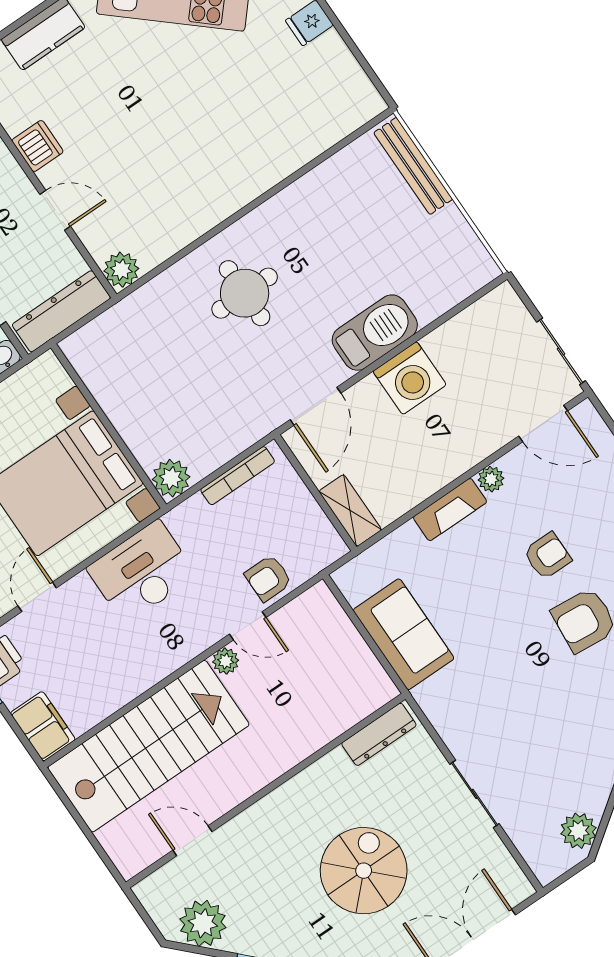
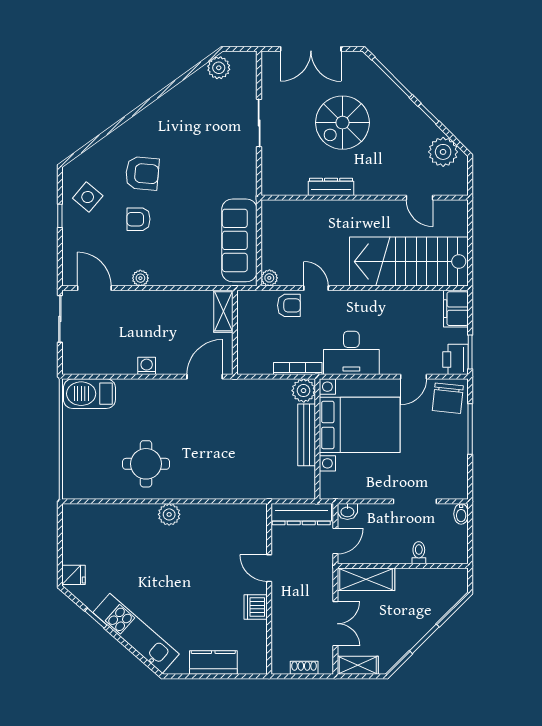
bench: (413, 166) -> (307, 435), moved
plant: (121, 270) -> (169, 514), moved
round table: (245, 293) -> (146, 464), moved
barbecue: (375, 333) -> (89, 394), moved
washing machine: (410, 378) -> (147, 366), width x0.53, depth x0.53
bookcase: (238, 476) -> (298, 369), moved
fireplace: (450, 510) -> (172, 277), removed
sofa: (404, 634) -> (239, 240), width x1.36
plant: (226, 661) -> (269, 278), moved
dresser: (379, 734) -> (331, 187), moved

